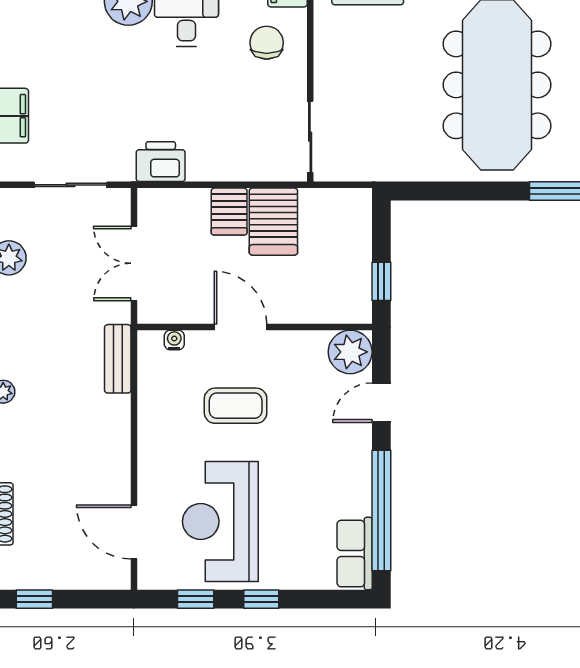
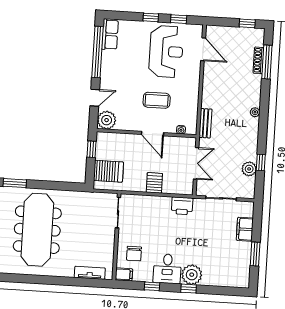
server rack: (273, 222) -> (109, 171), moved, turned 90

